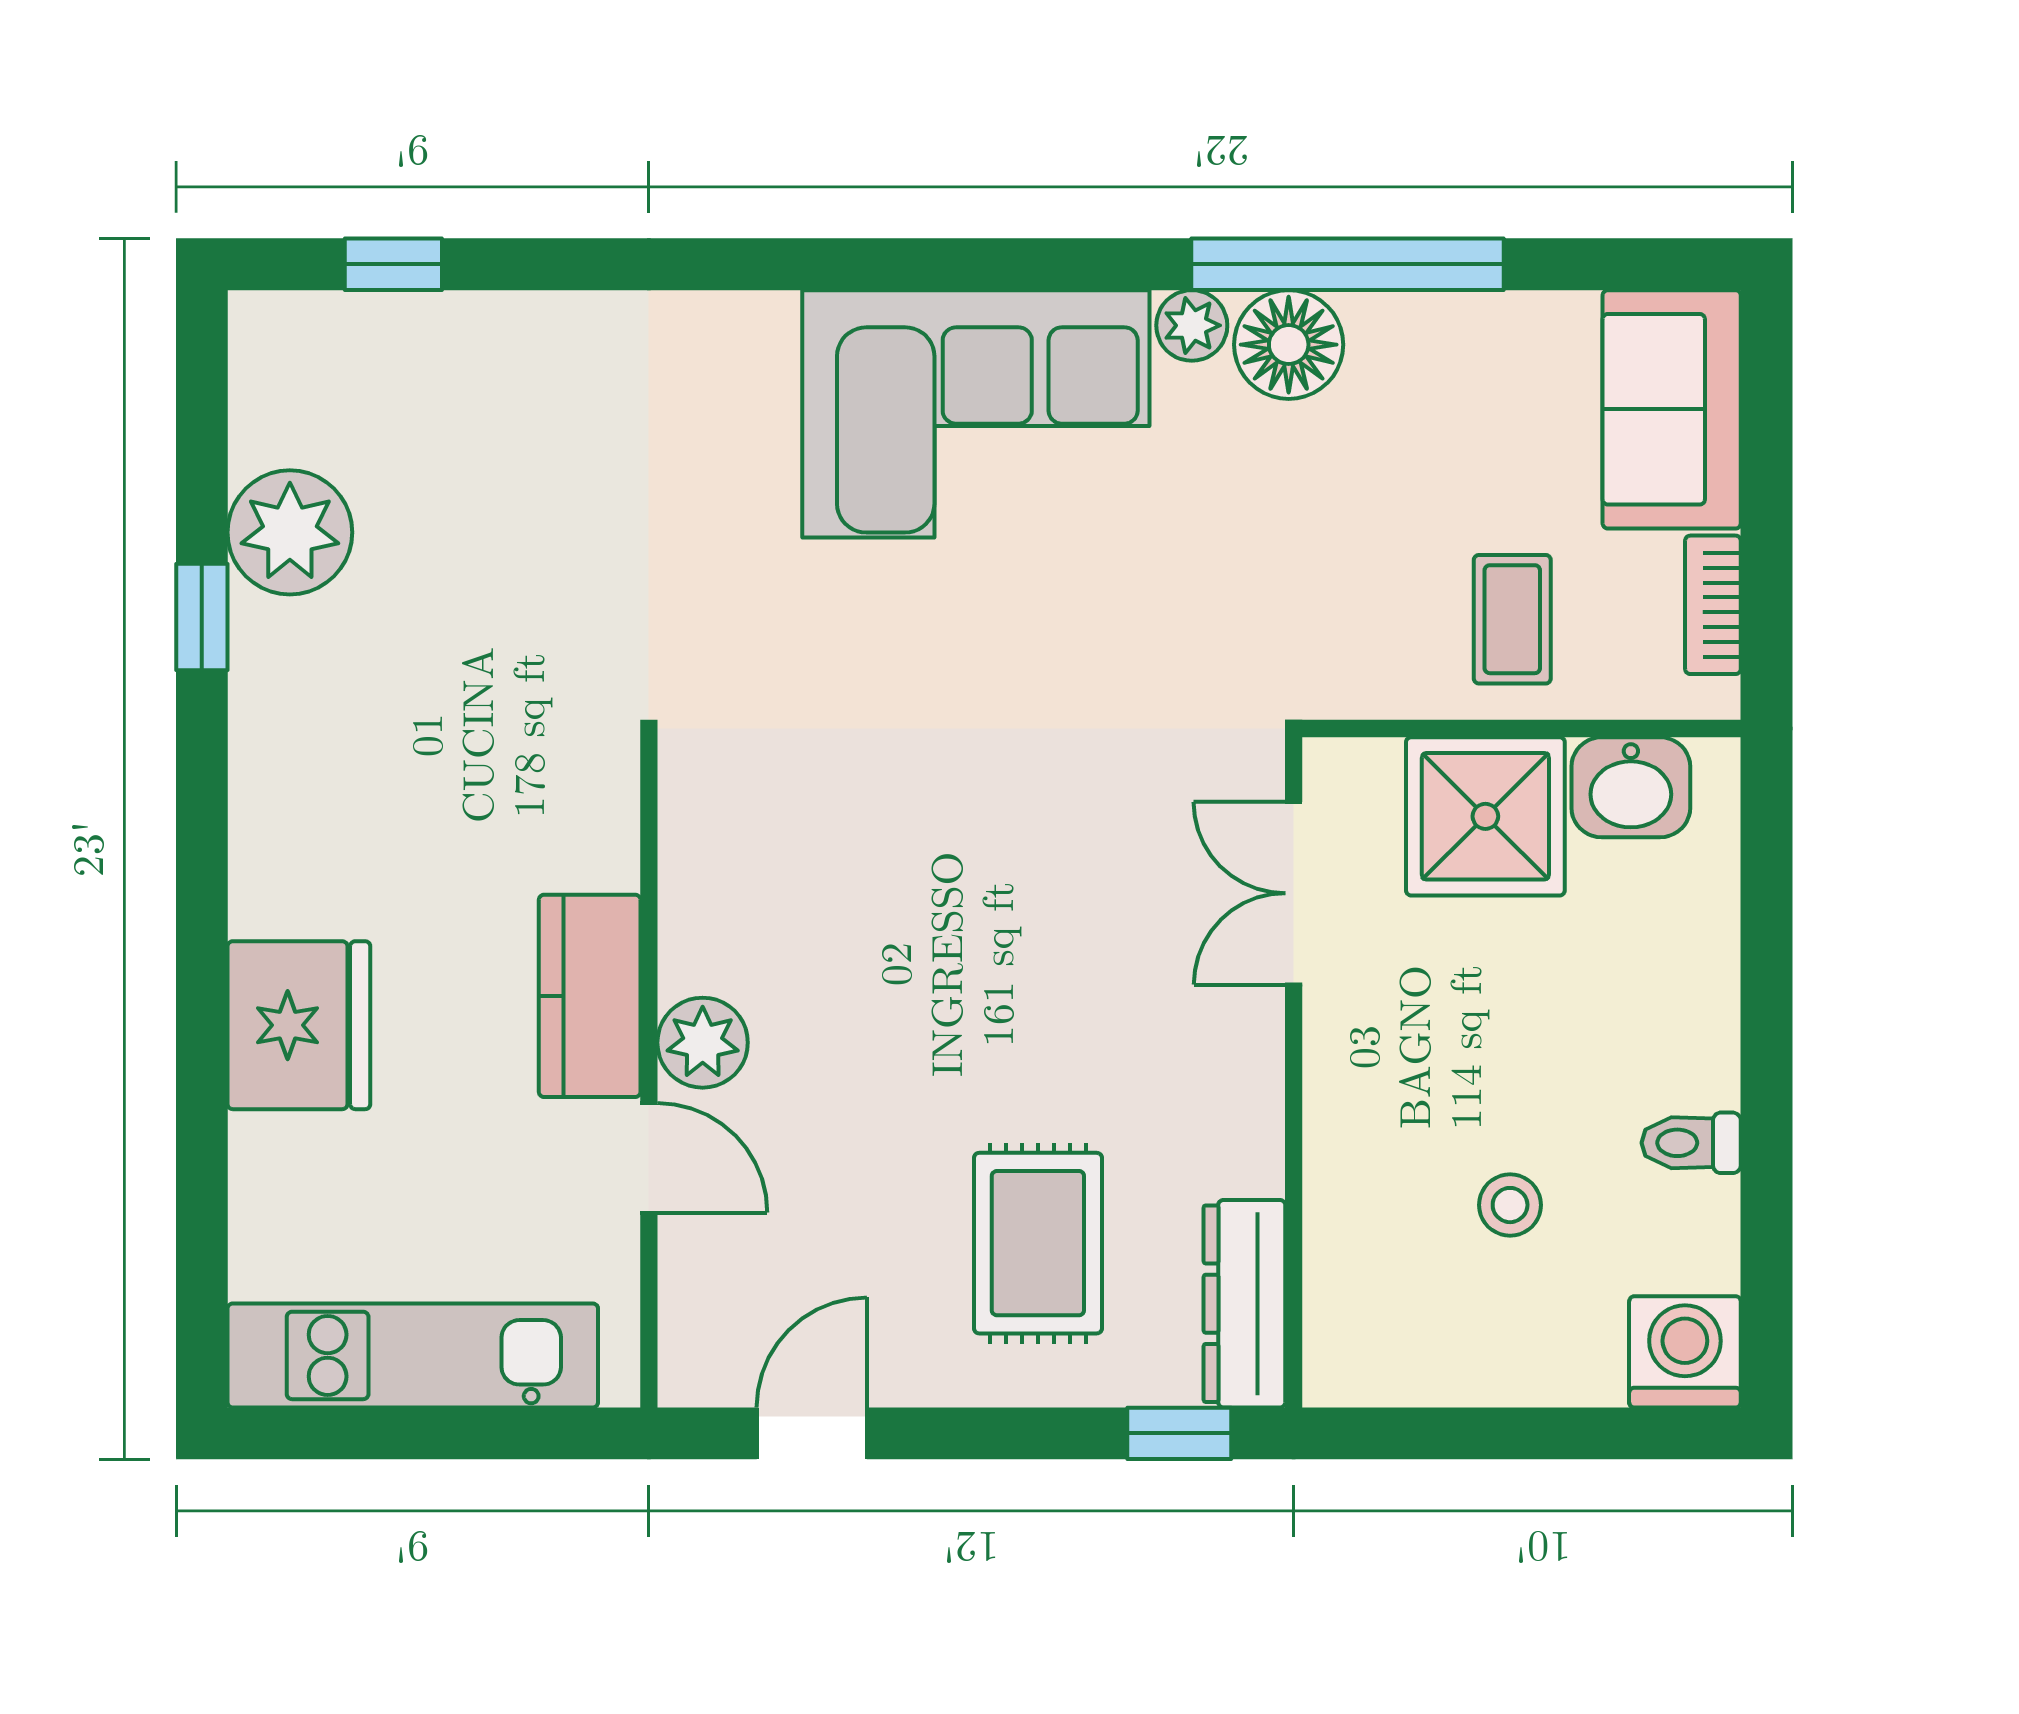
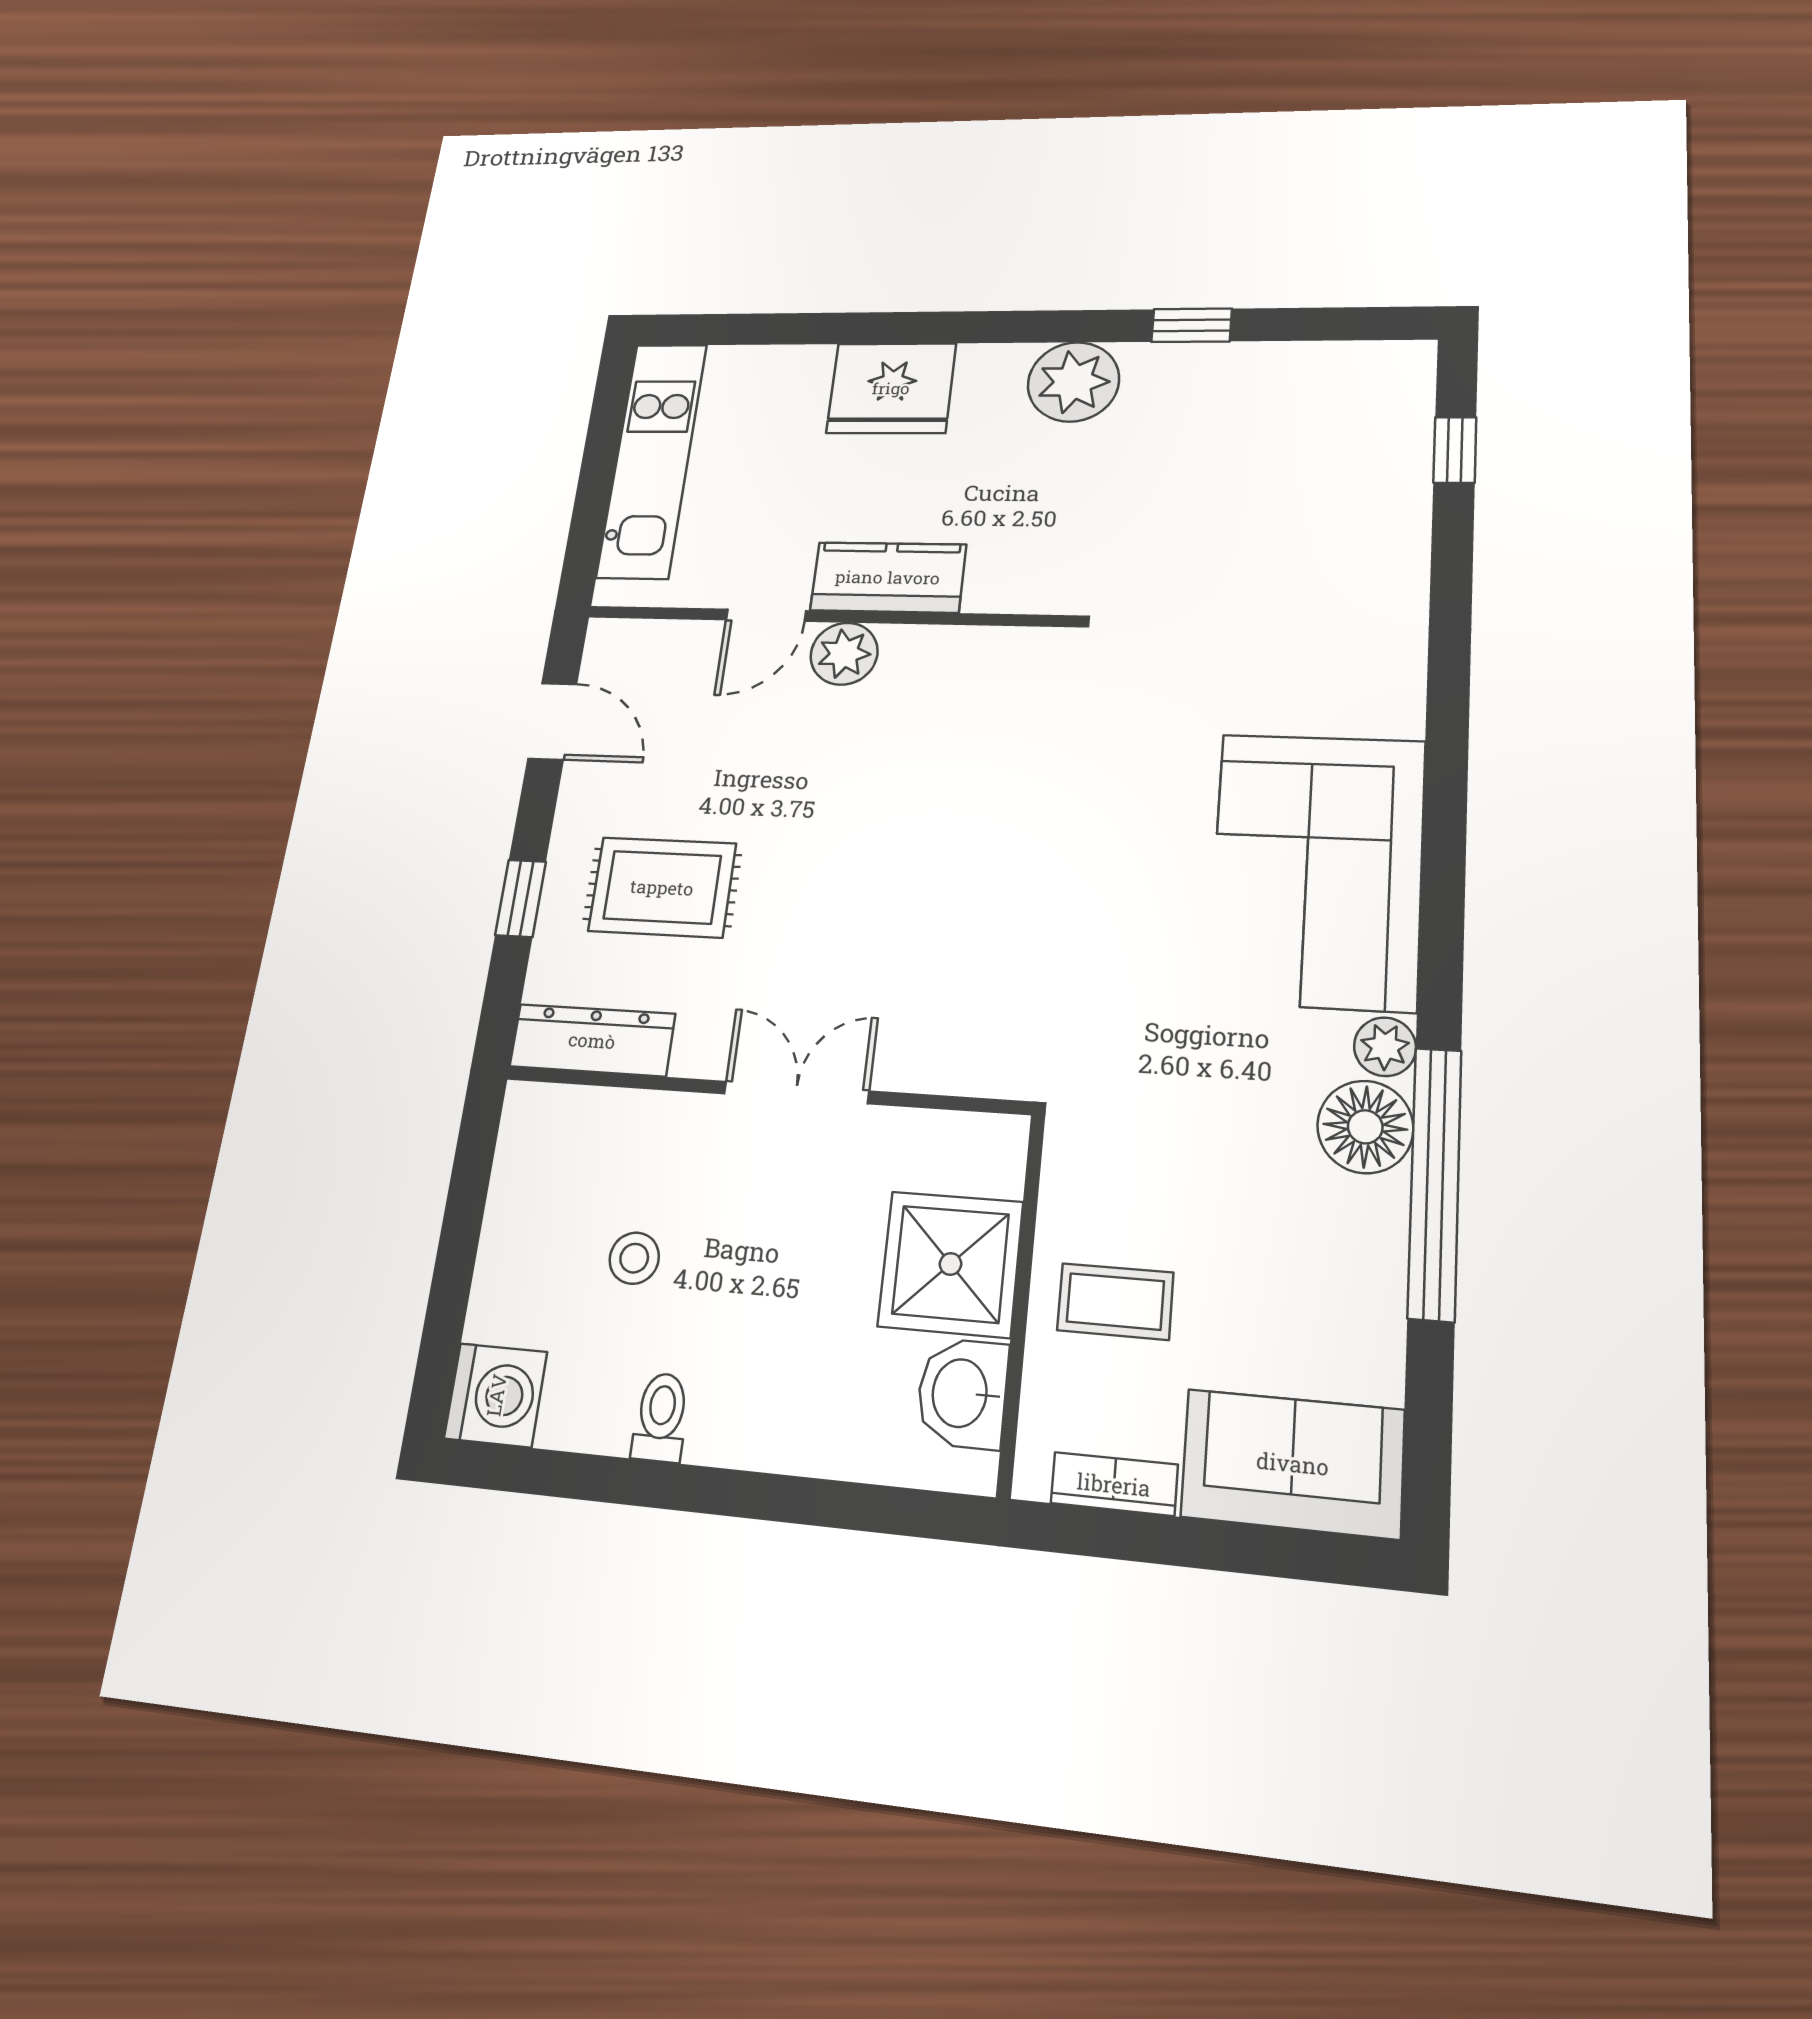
plant: (290, 532) -> (1073, 382), moved
double door: (1294, 893) -> (796, 1092), moved
window: (1179, 1433) -> (521, 898), moved

